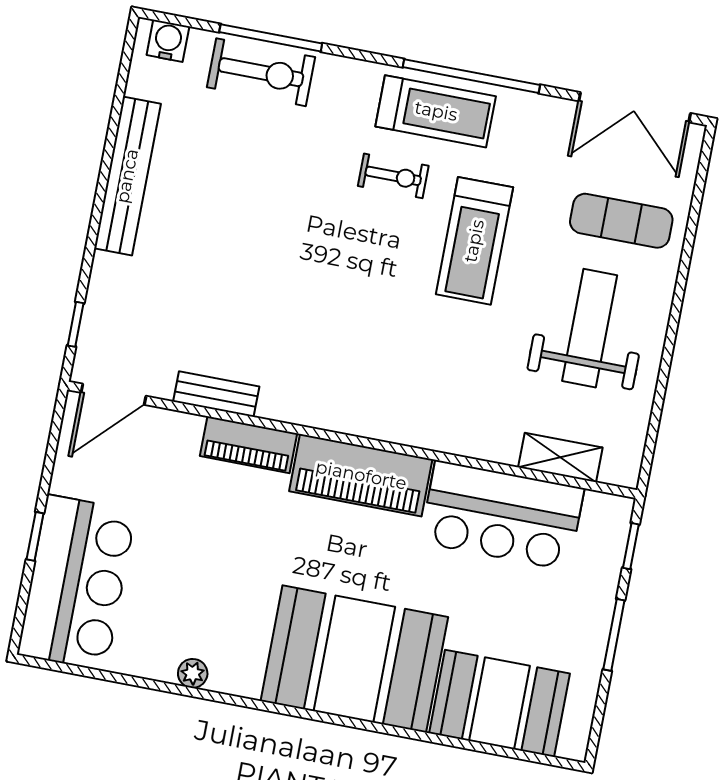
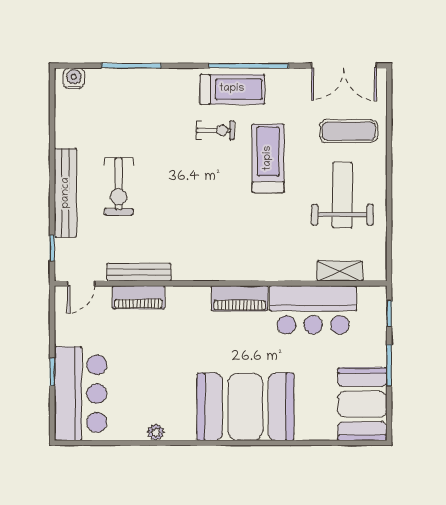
exercise bike: (261, 72) -> (119, 187), moved, turned 90
bench: (127, 176) -> (66, 193), moved
treadmill: (474, 241) -> (268, 158), turned 180
door: (113, 394) -> (81, 283), width x0.73
bench: (216, 394) -> (139, 272), width x1.36
piano: (248, 445) -> (139, 297), moved
piano: (361, 475) -> (240, 298), width x0.73, depth x0.75
booth: (500, 703) -> (362, 404), moved, turned 90

